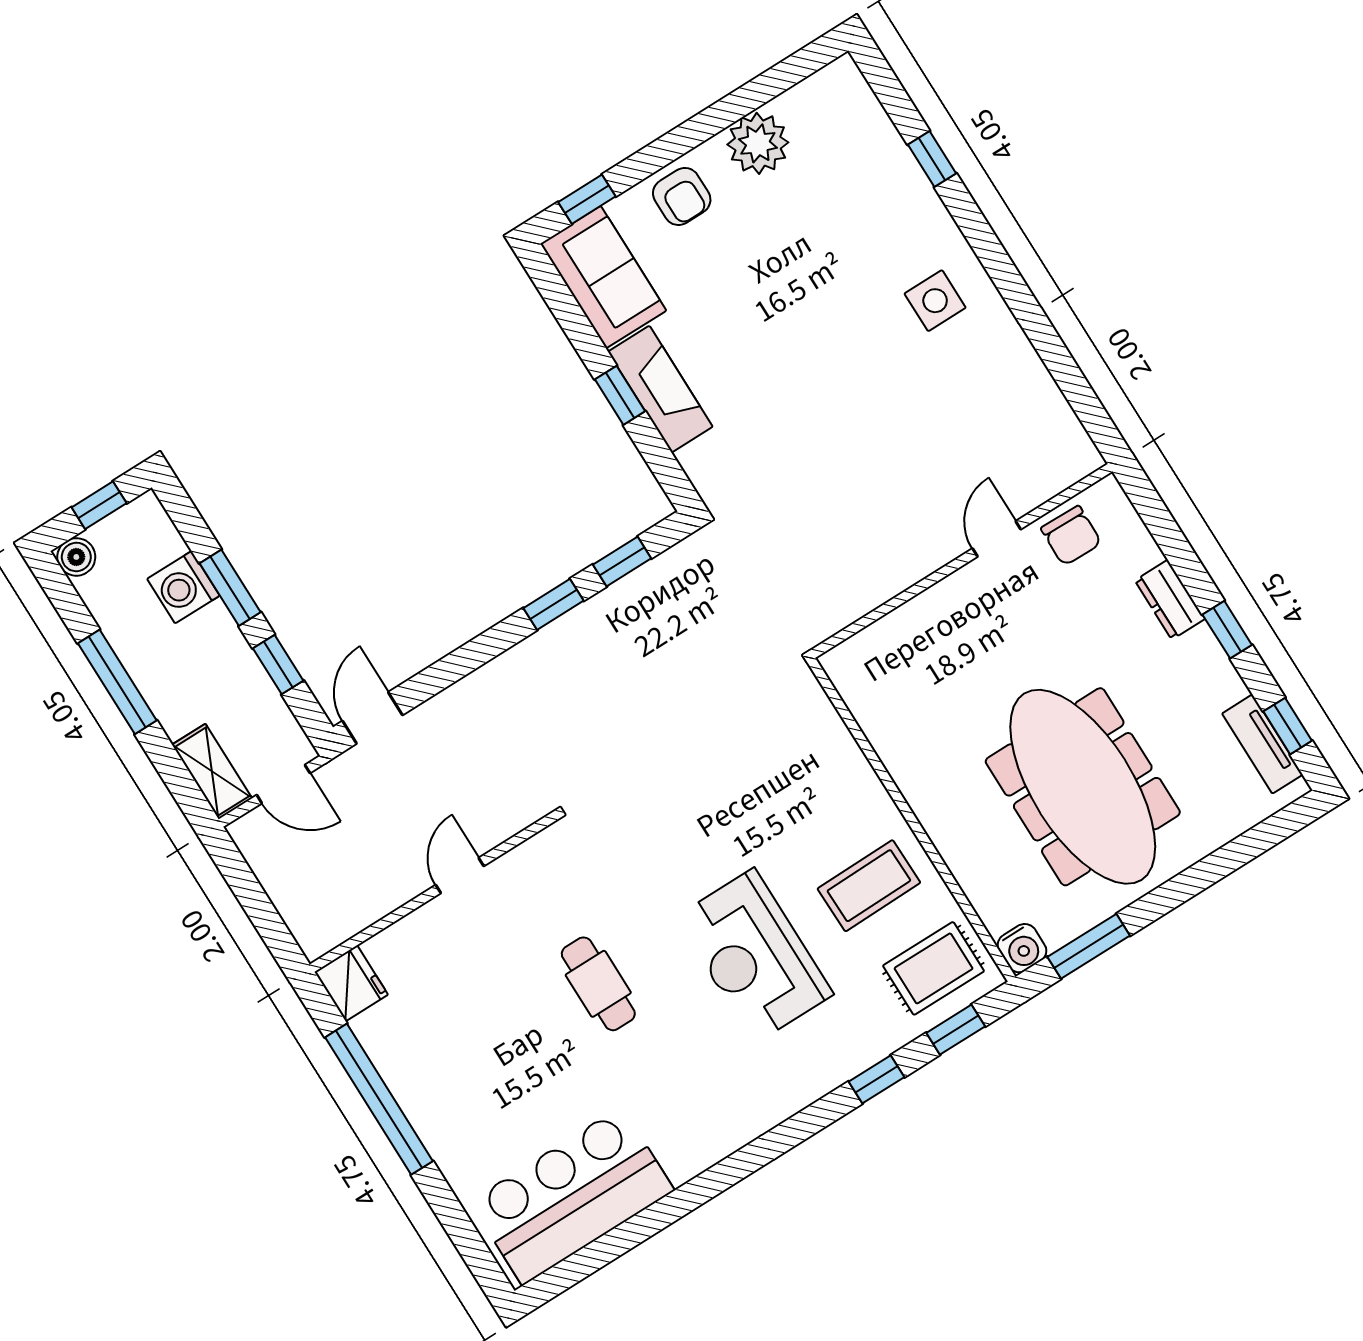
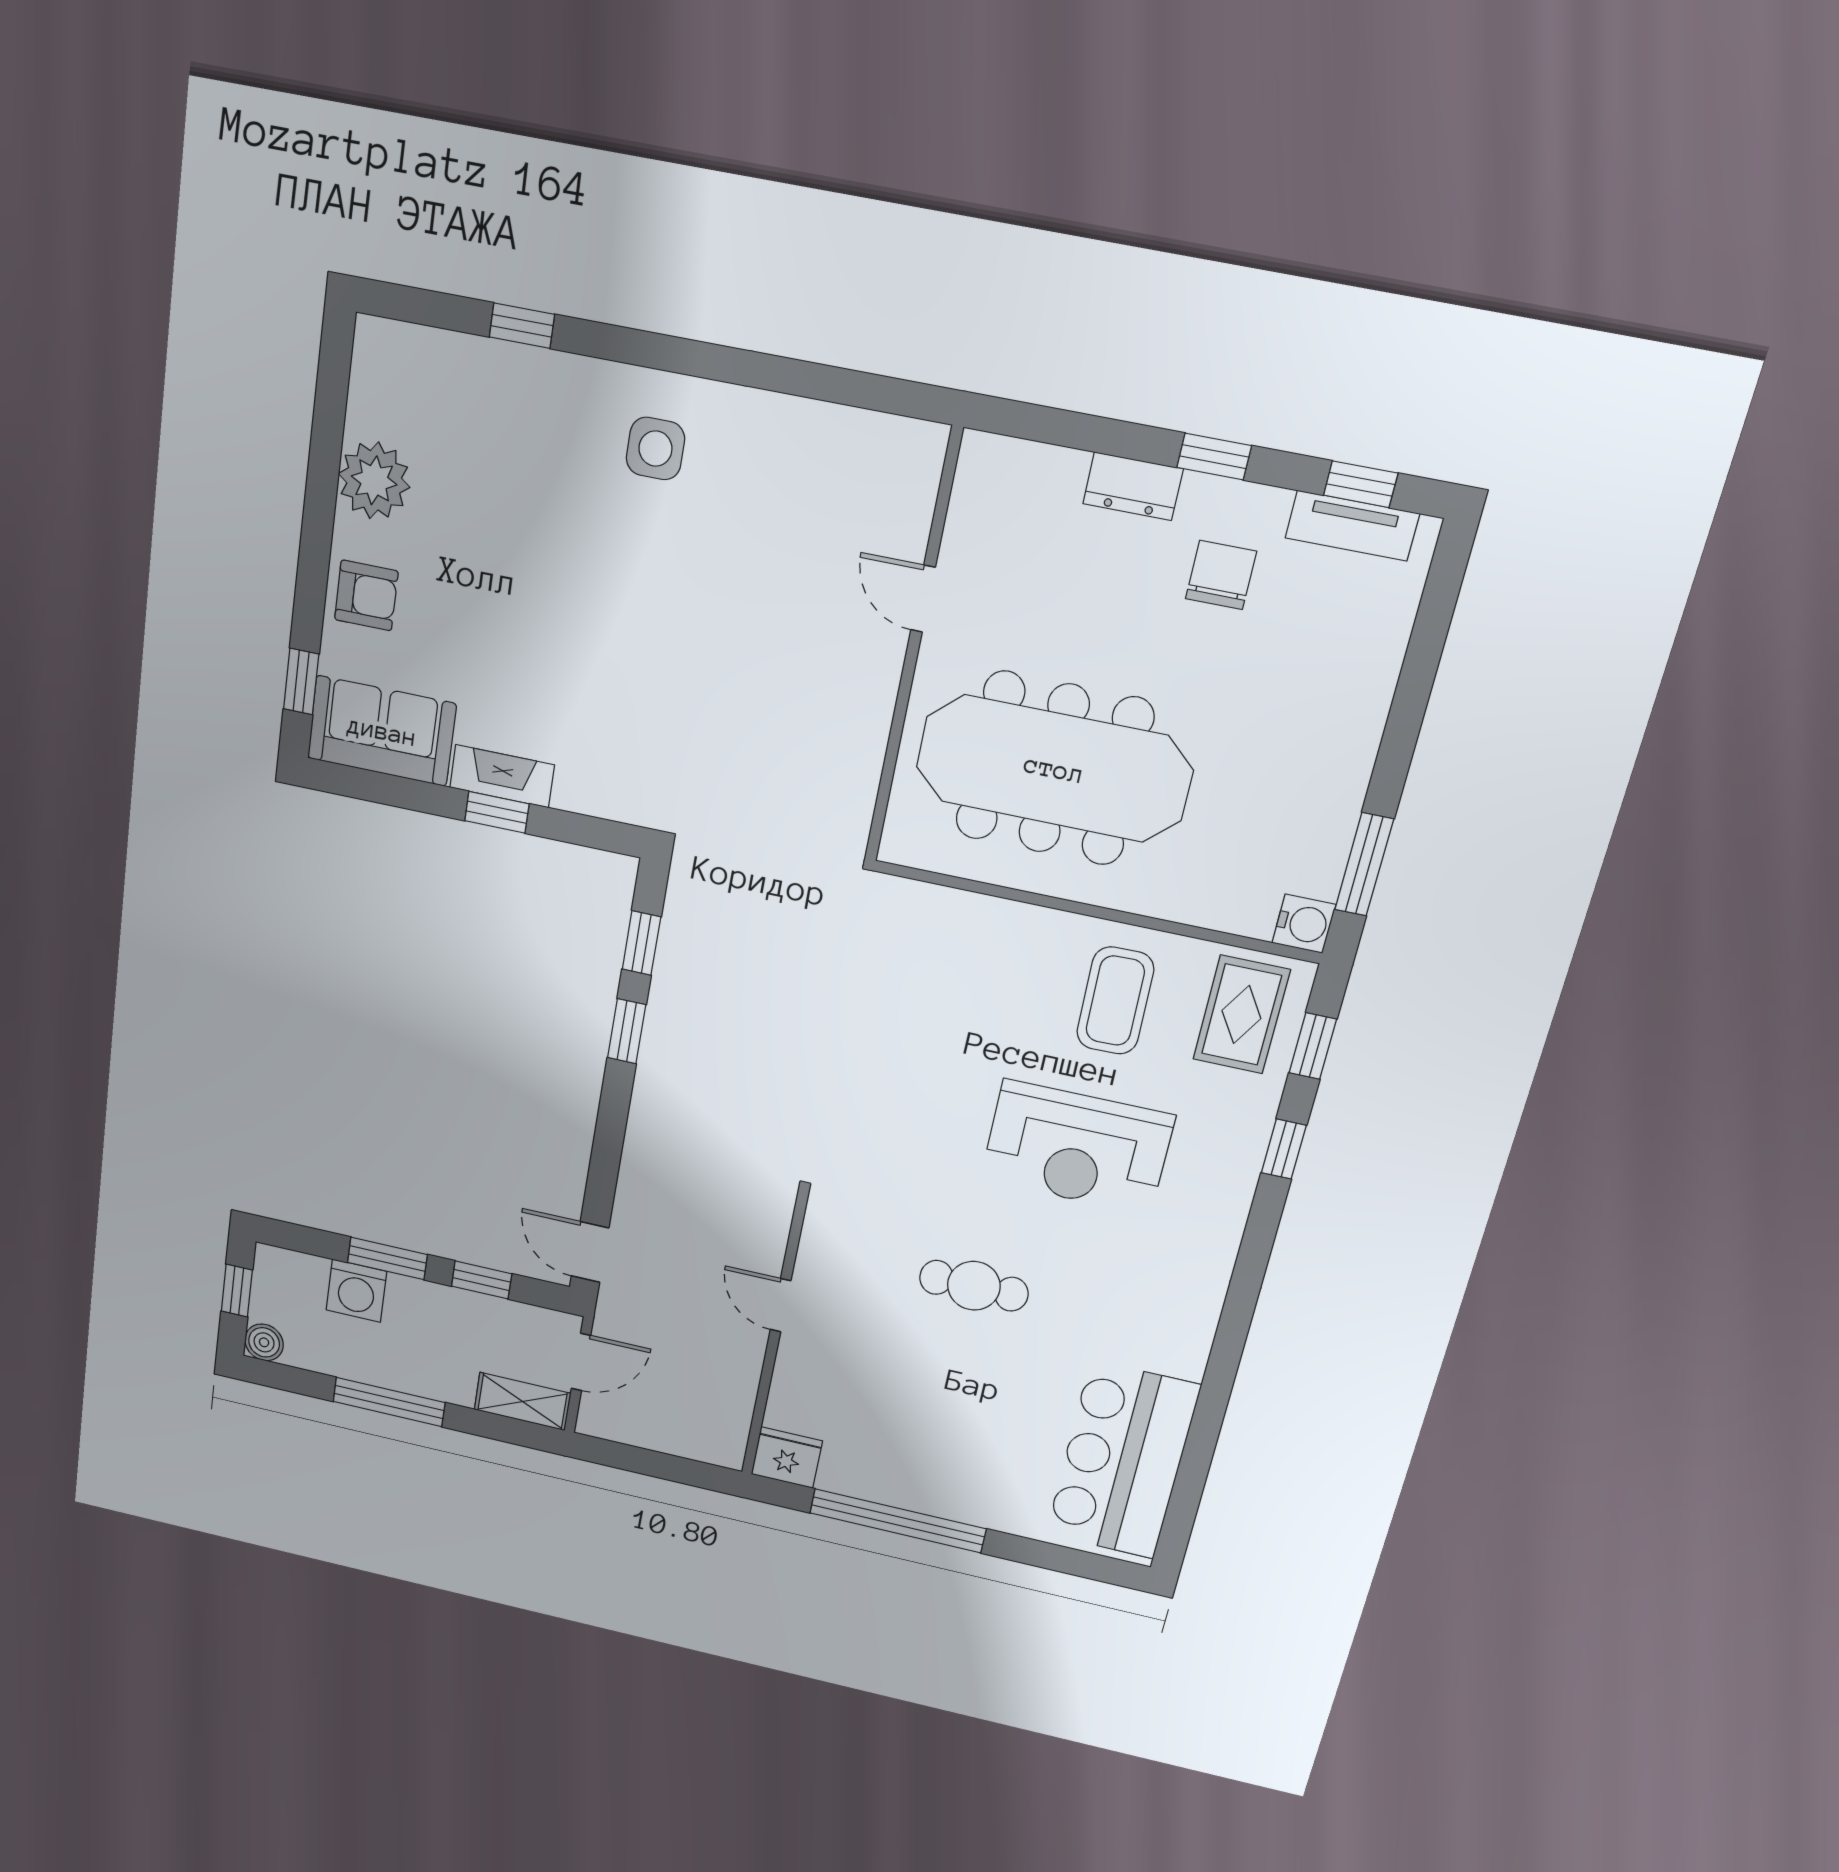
fireplace: (660, 389) -> (502, 776), width x0.73, depth x0.76
chair: (1071, 536) -> (1221, 575), moved, turned -91
meeting table: (1083, 787) -> (1054, 769), moved

